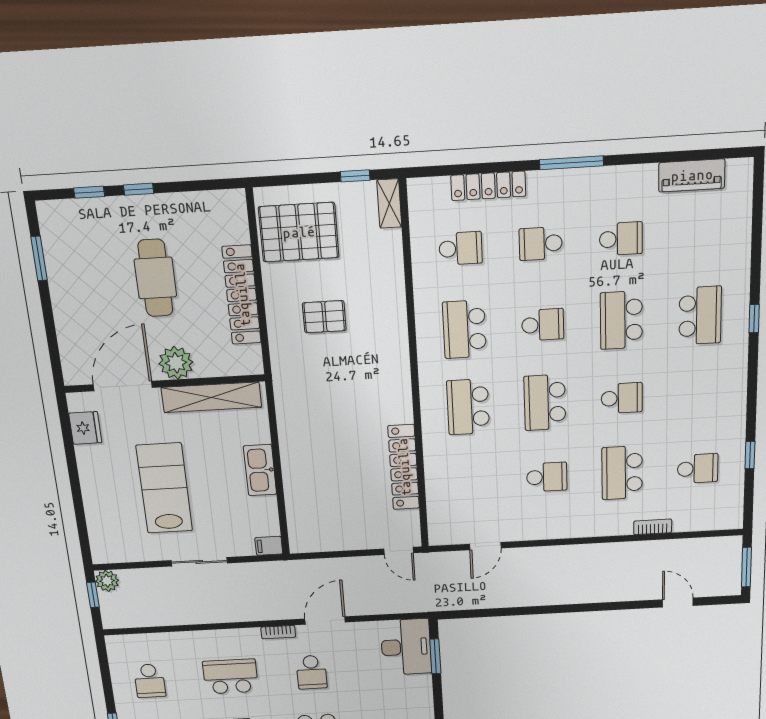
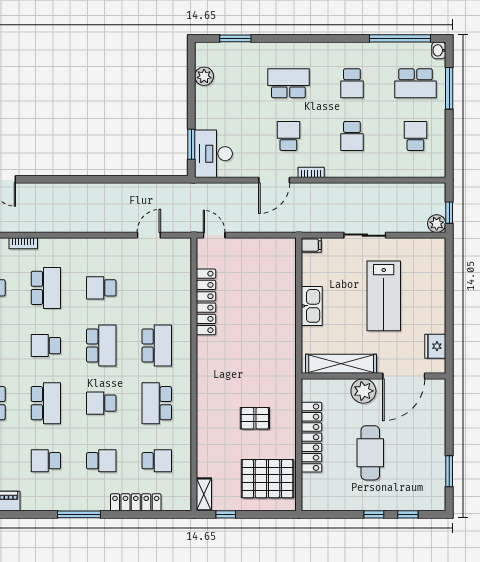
school desk: (461, 248) -> (157, 461), turned 180
school desk: (464, 329) -> (157, 403), turned 180
school desk: (231, 676) -> (352, 136), width x0.54

